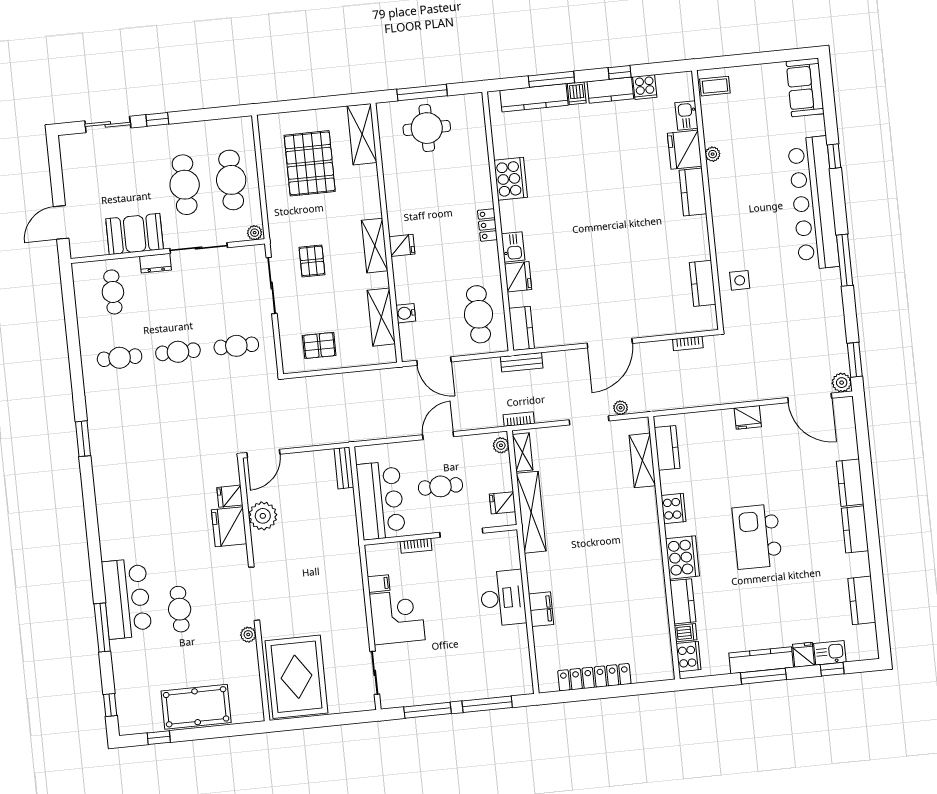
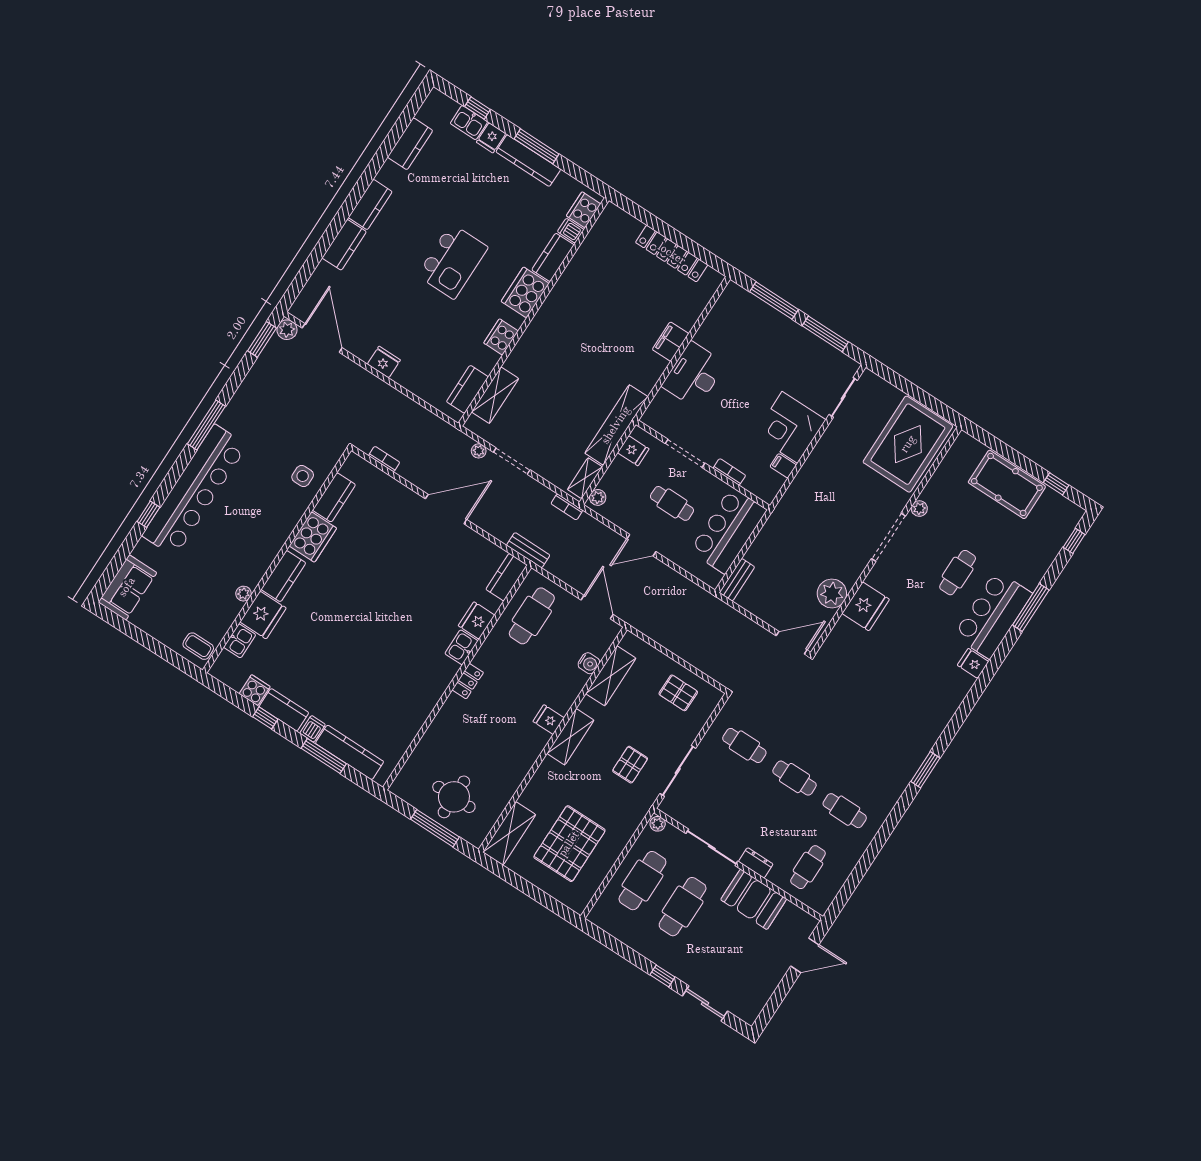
cooker: (511, 179) -> (313, 537), moved, turned 180
fridge: (230, 496) -> (973, 663), moved, turned 180

